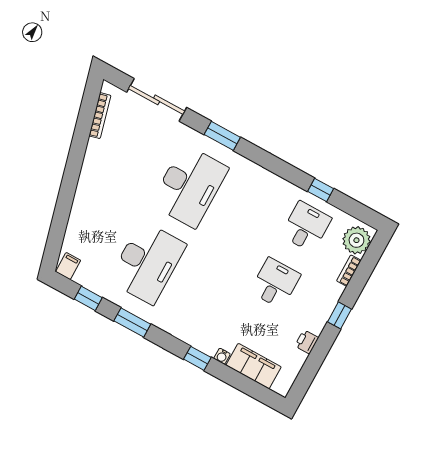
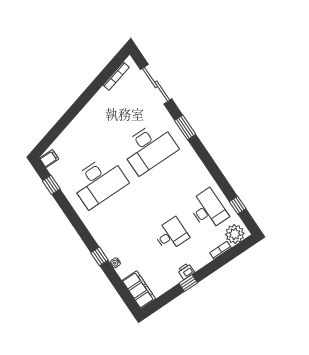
window: (321, 190) -> (238, 205), moved
desk: (306, 227) -> (208, 210), width x1.37
window: (339, 315) -> (188, 283), moved
window: (132, 323) -> (71, 214), removed
printer: (307, 342) -> (186, 271), moved
filing cabinet: (254, 366) -> (139, 290), moved

